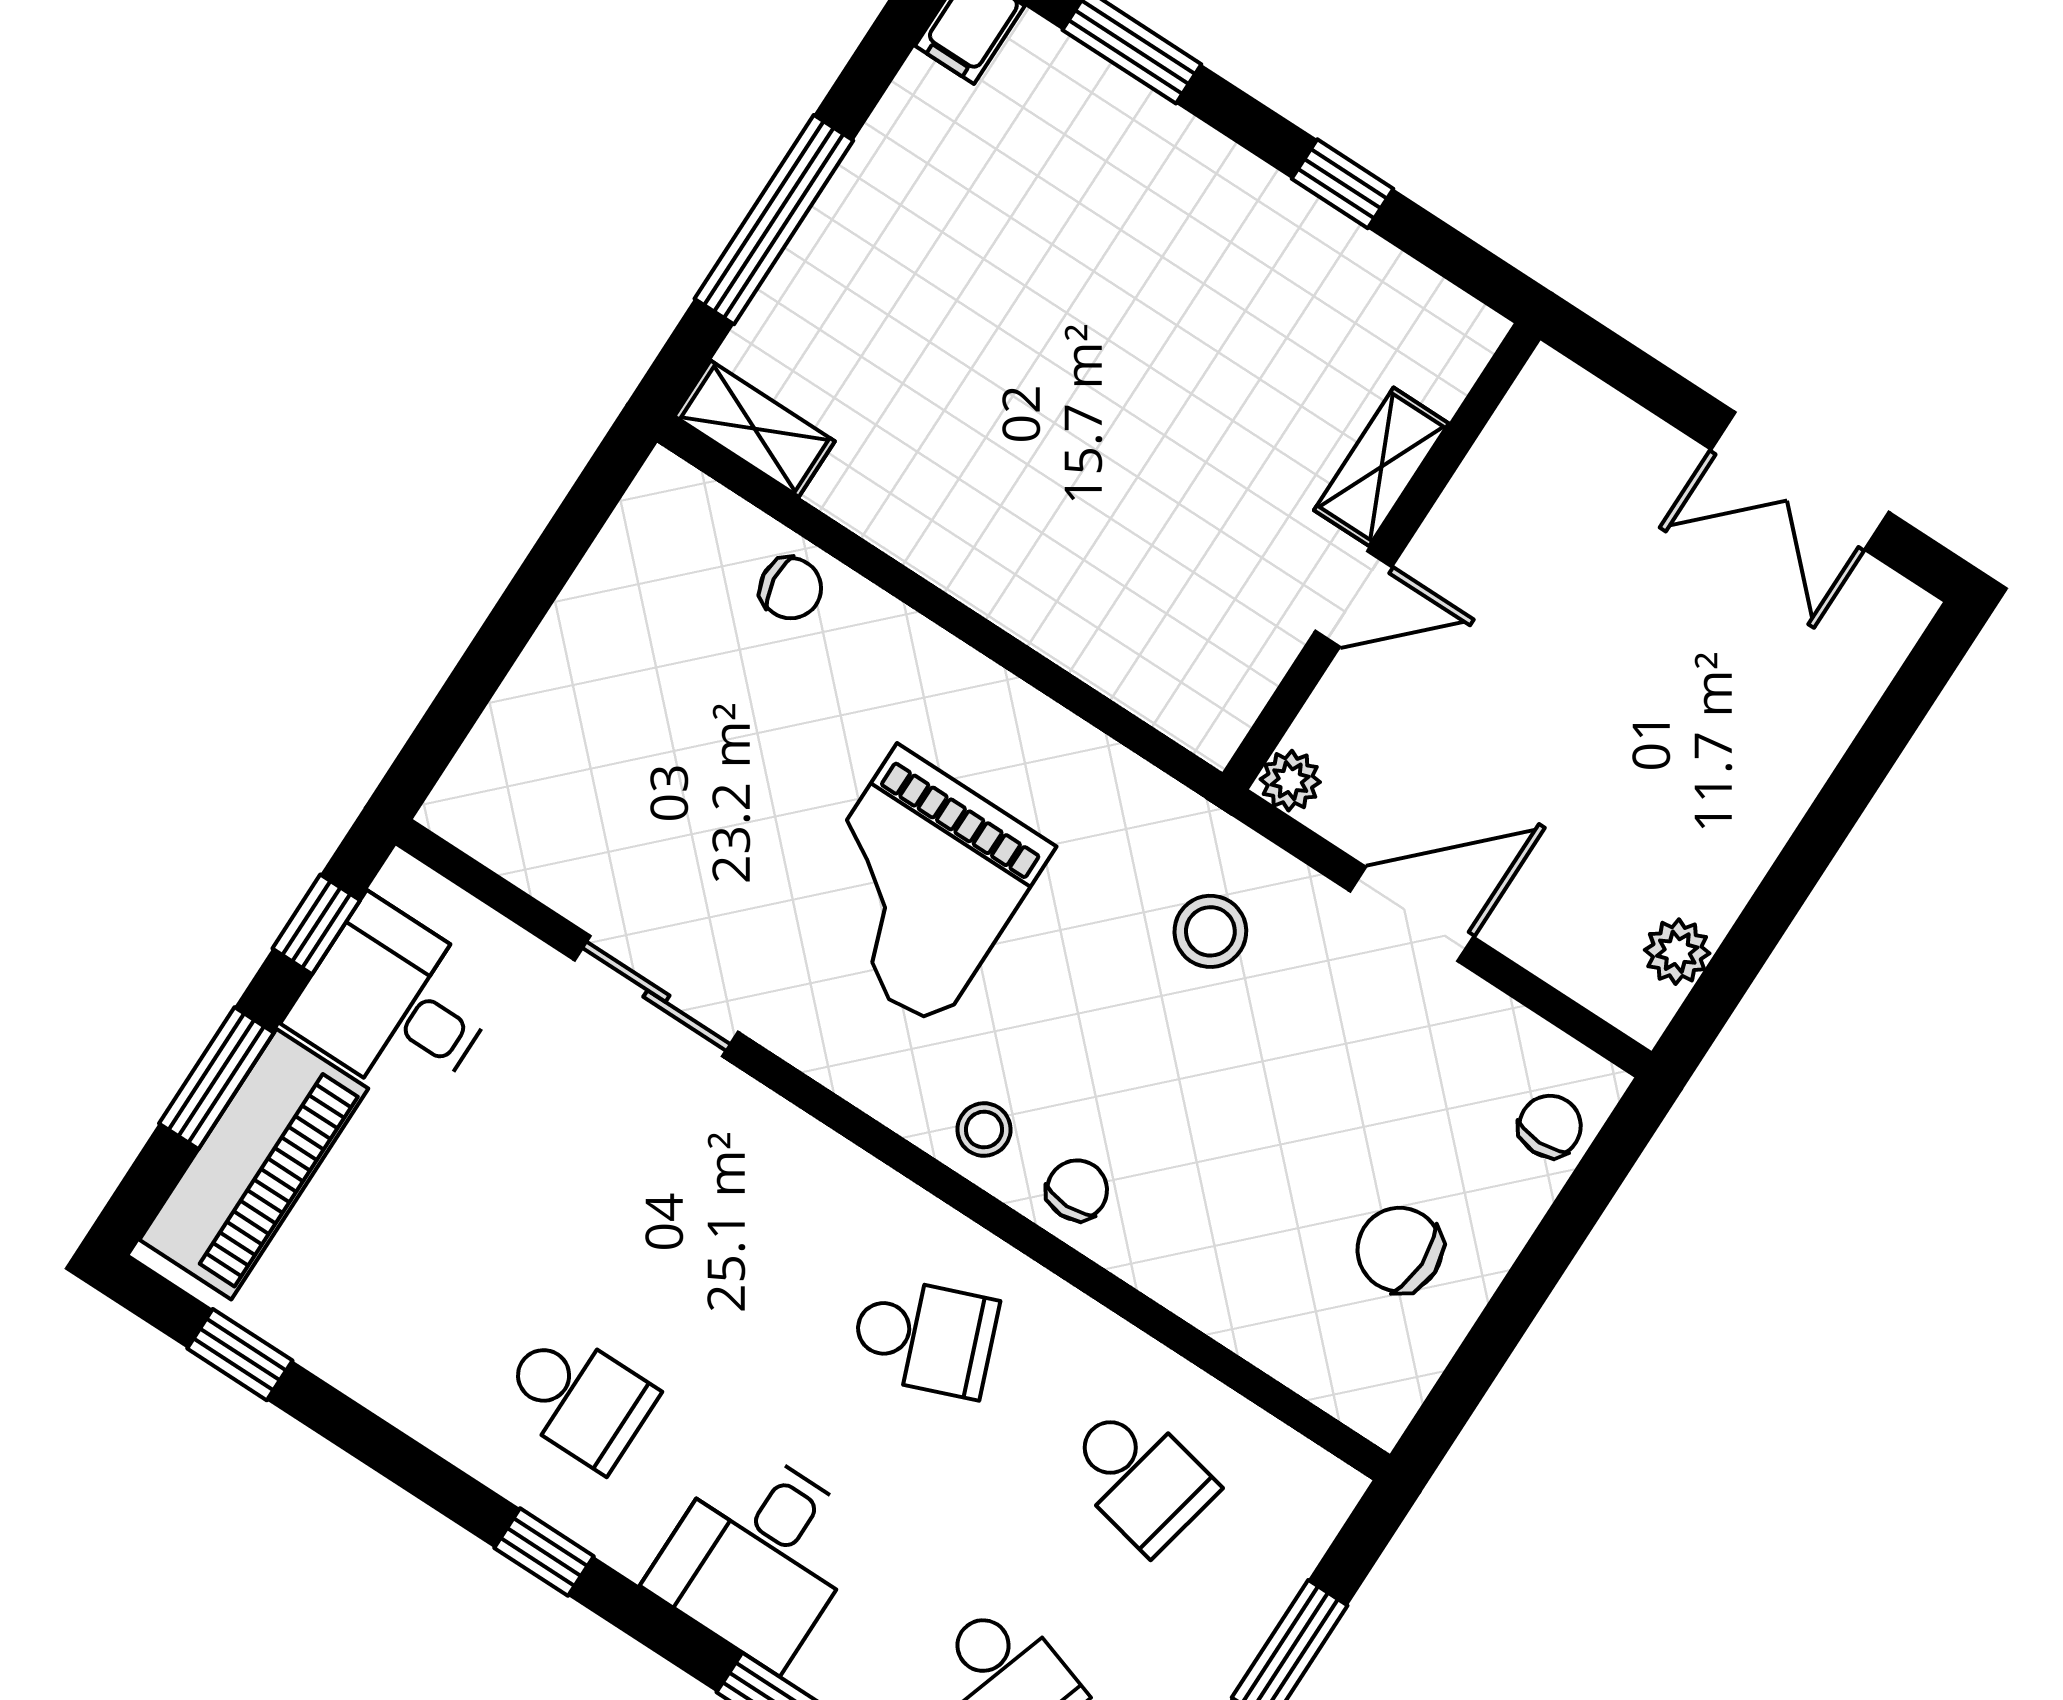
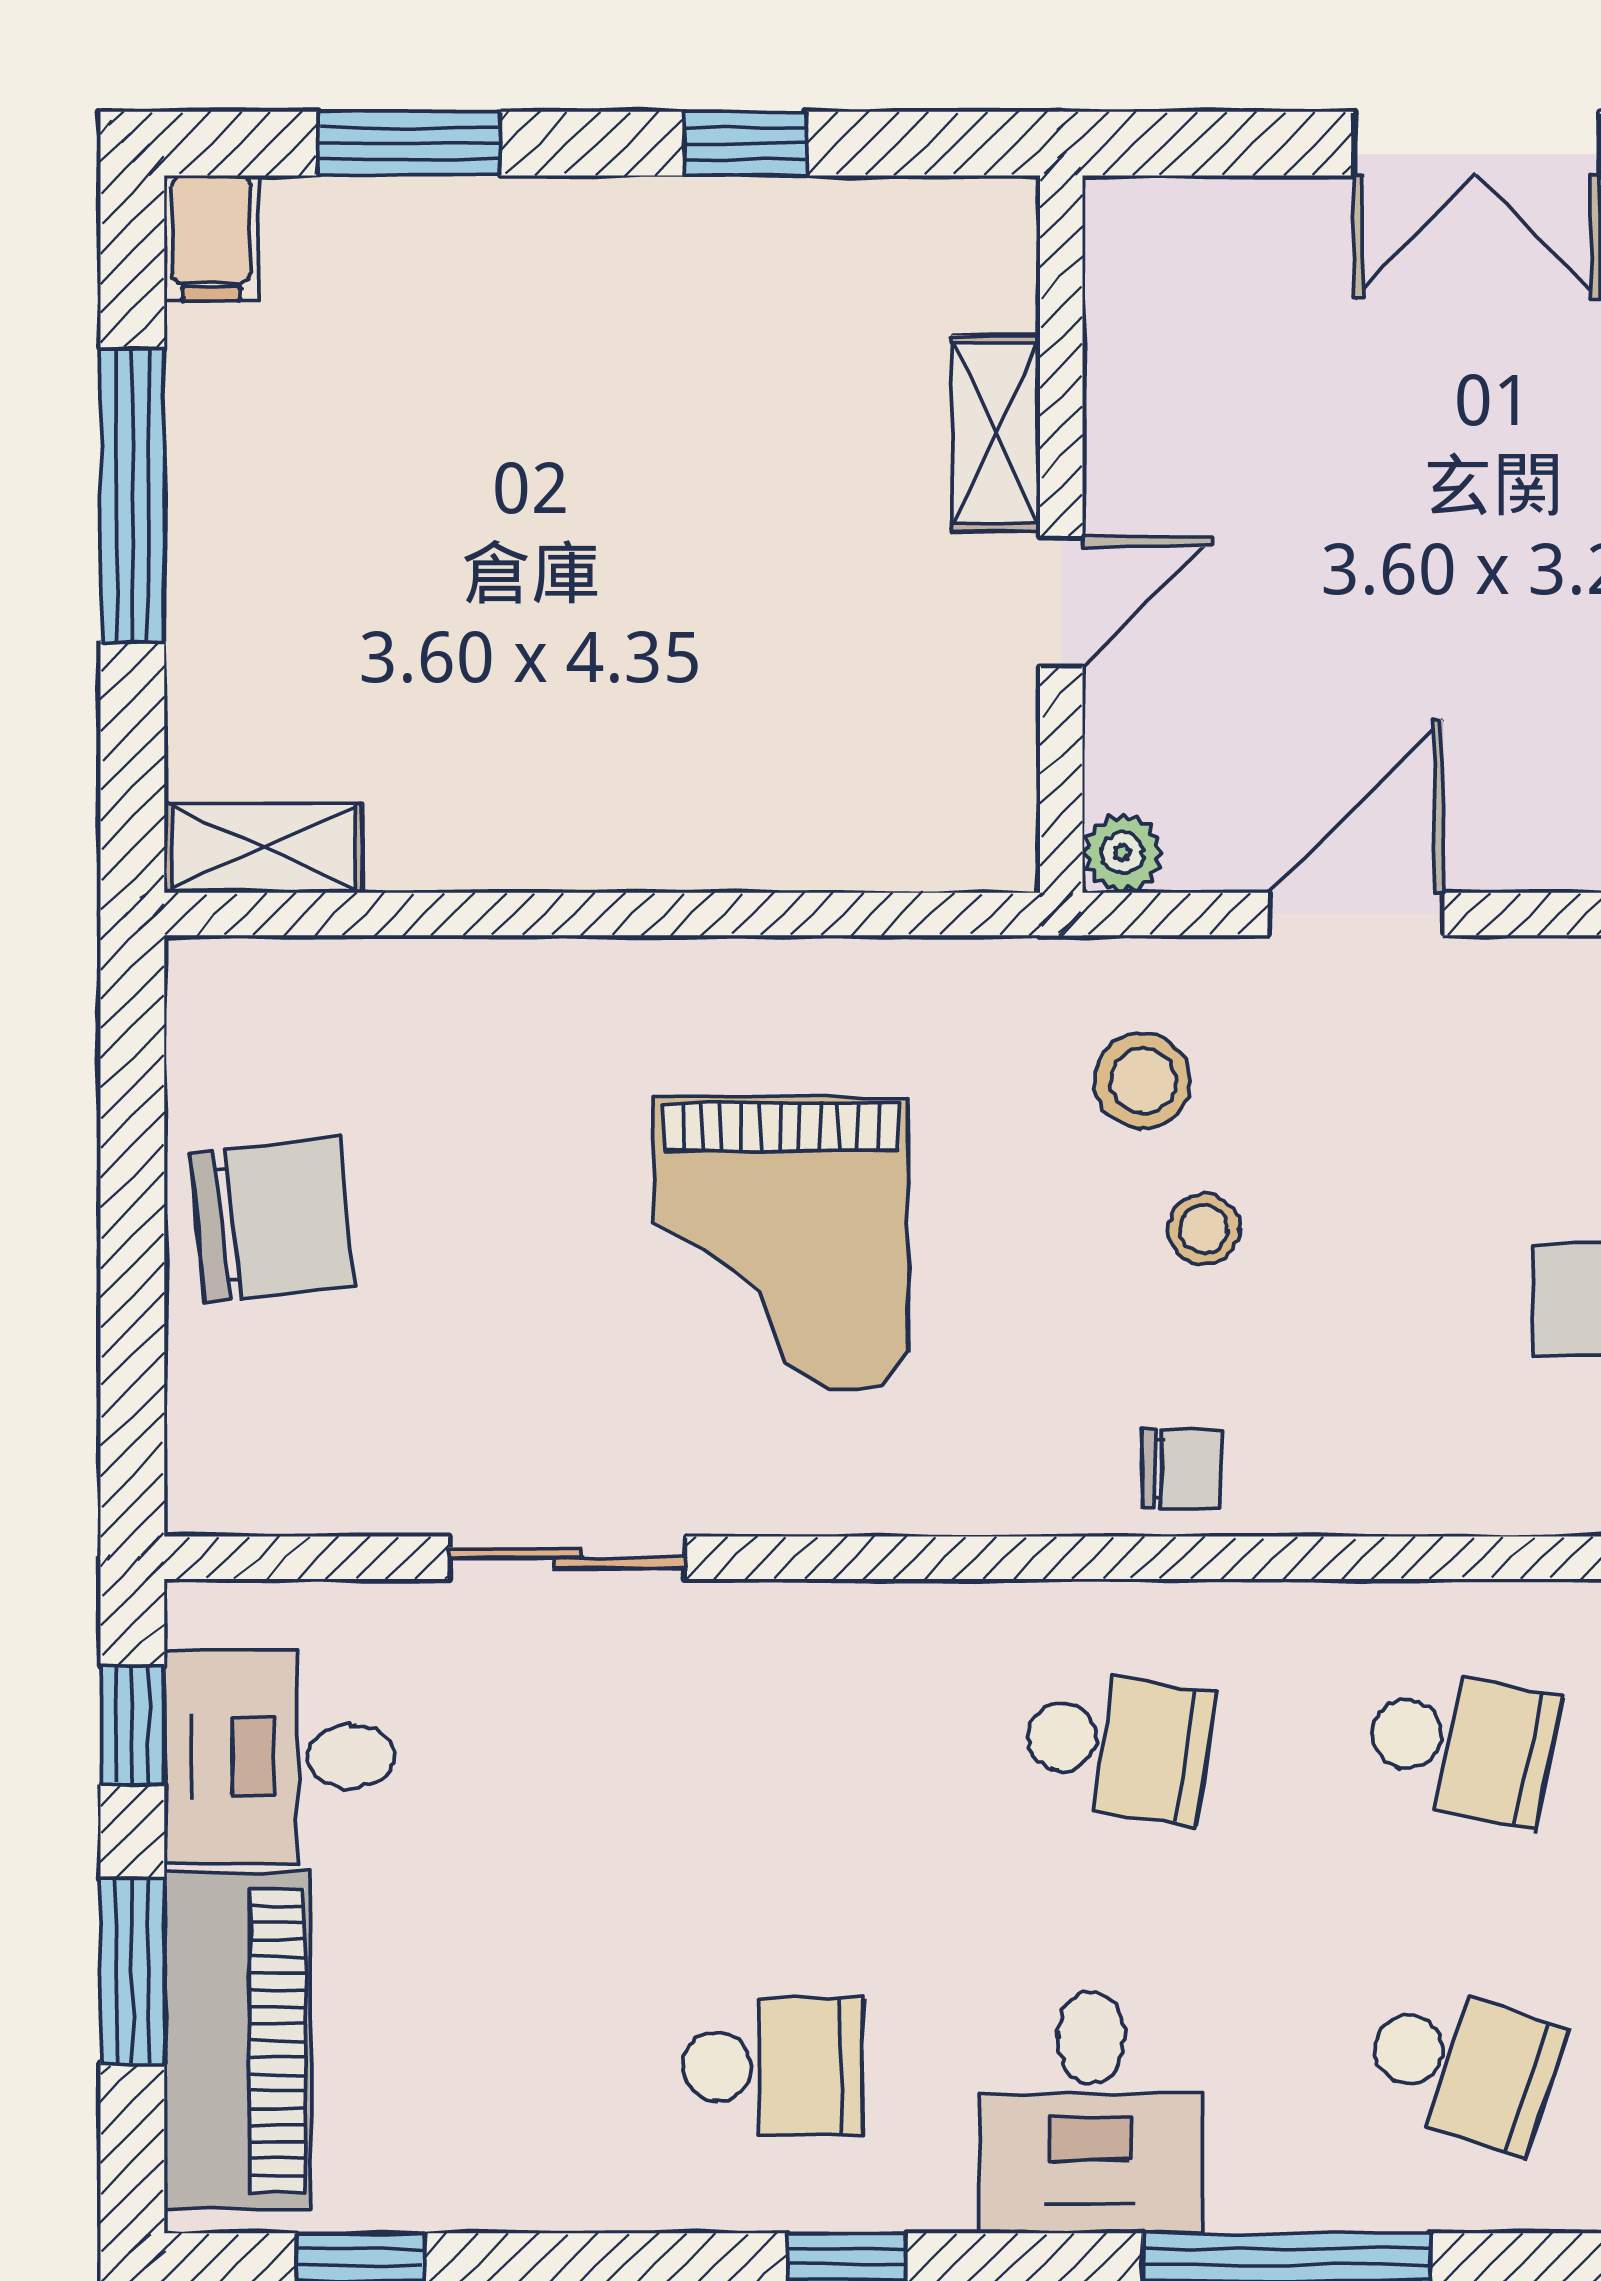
window: (774, 220) -> (132, 495), moved
chair: (791, 588) -> (272, 1220), moved, width x1.87, depth x1.87
stool: (984, 1130) -> (1204, 1229), moved
chair: (1077, 1190) -> (1182, 1469), turned 90
school desk: (924, 1337) -> (1117, 1746), turned 30

